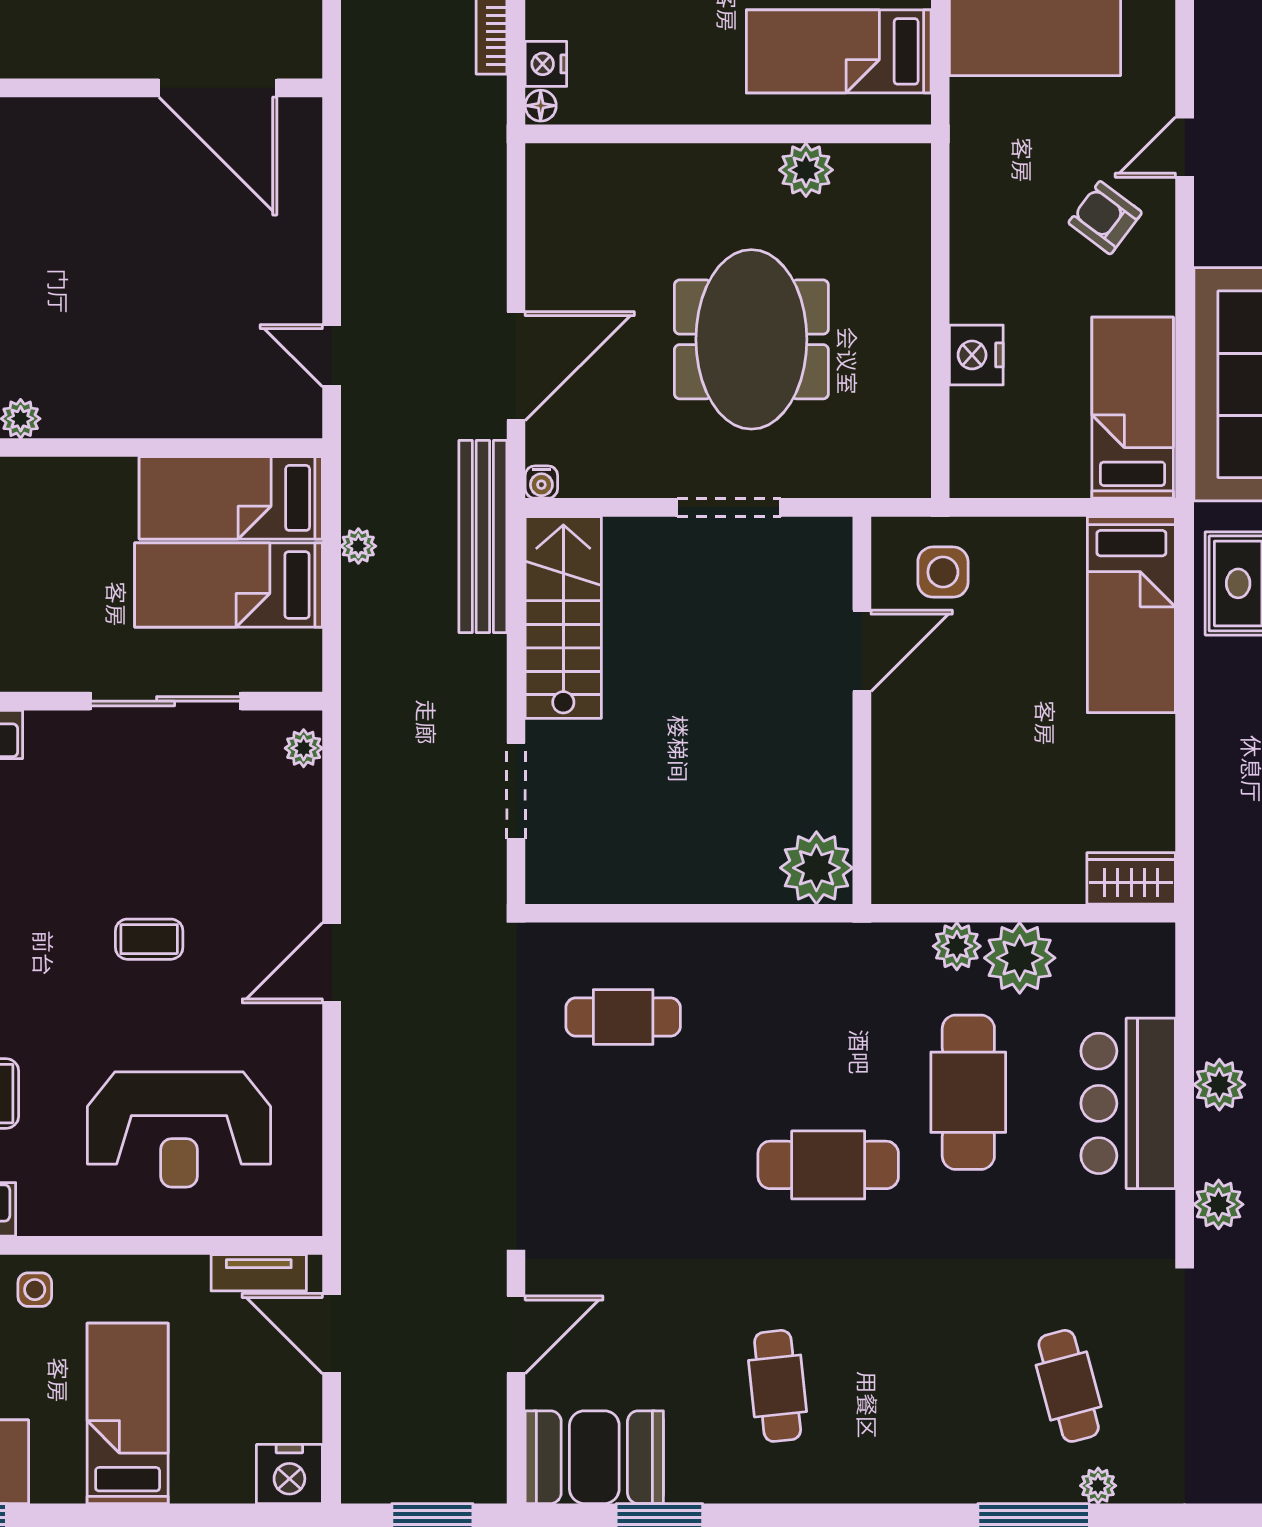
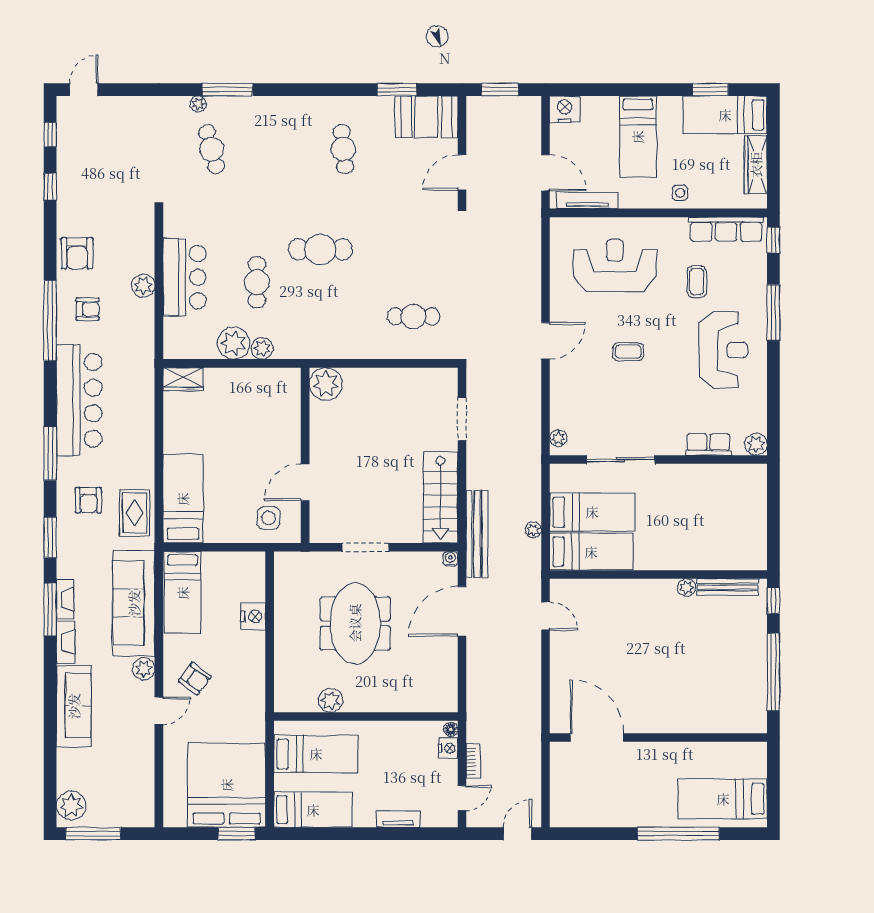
cafe table: (968, 1092) -> (257, 282), width x0.73, depth x0.74
plant: (1219, 1204) -> (144, 669), moved
tv unit: (259, 1273) -> (587, 200), width x1.41

